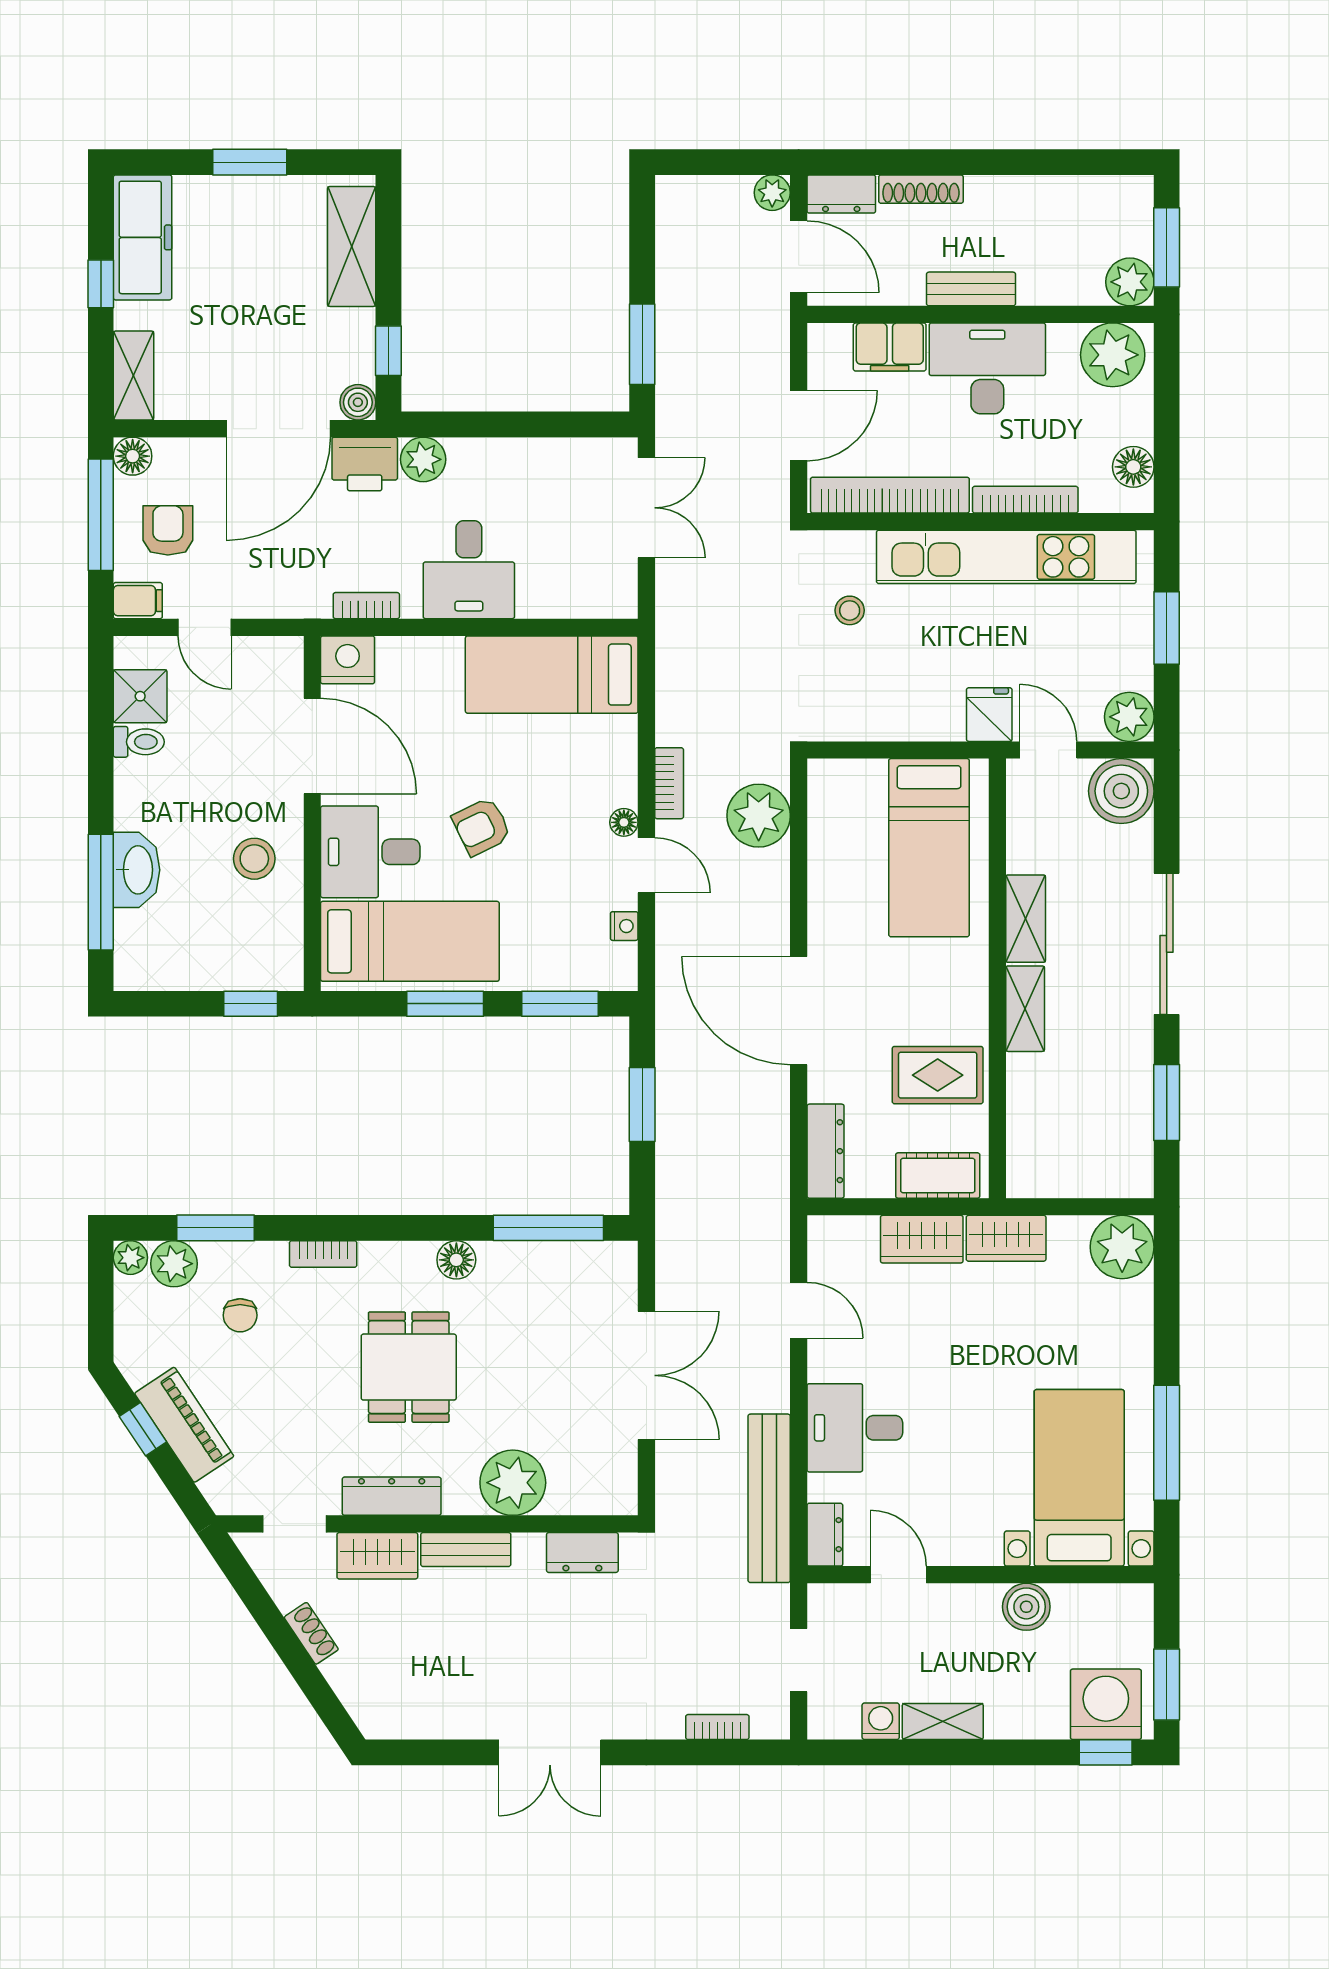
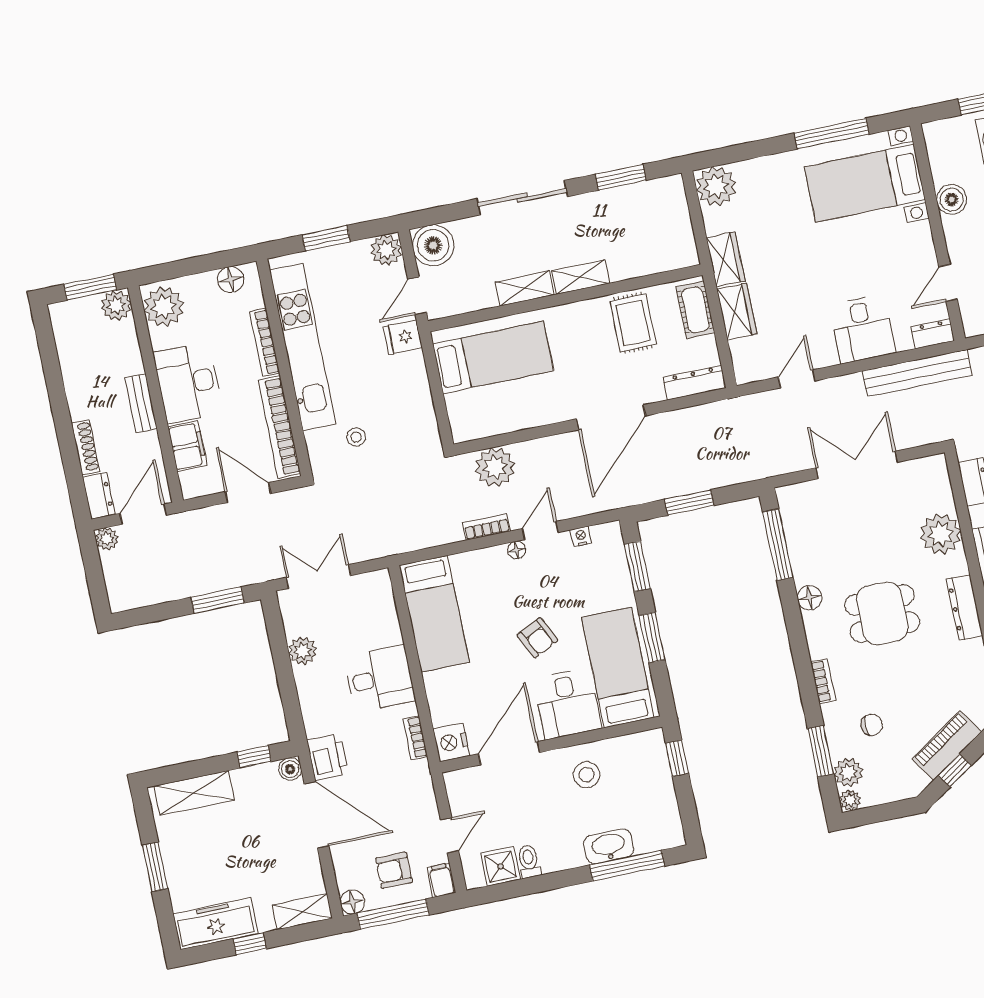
plant: (423, 459) -> (303, 651), moved

